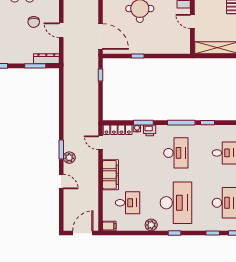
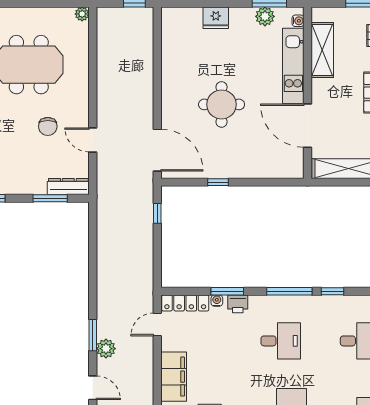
door: (192, 21) -> (308, 126), width x1.87
door: (101, 143) -> (157, 324), hinge flipped
desk: (176, 153) -> (281, 341), width x0.73

